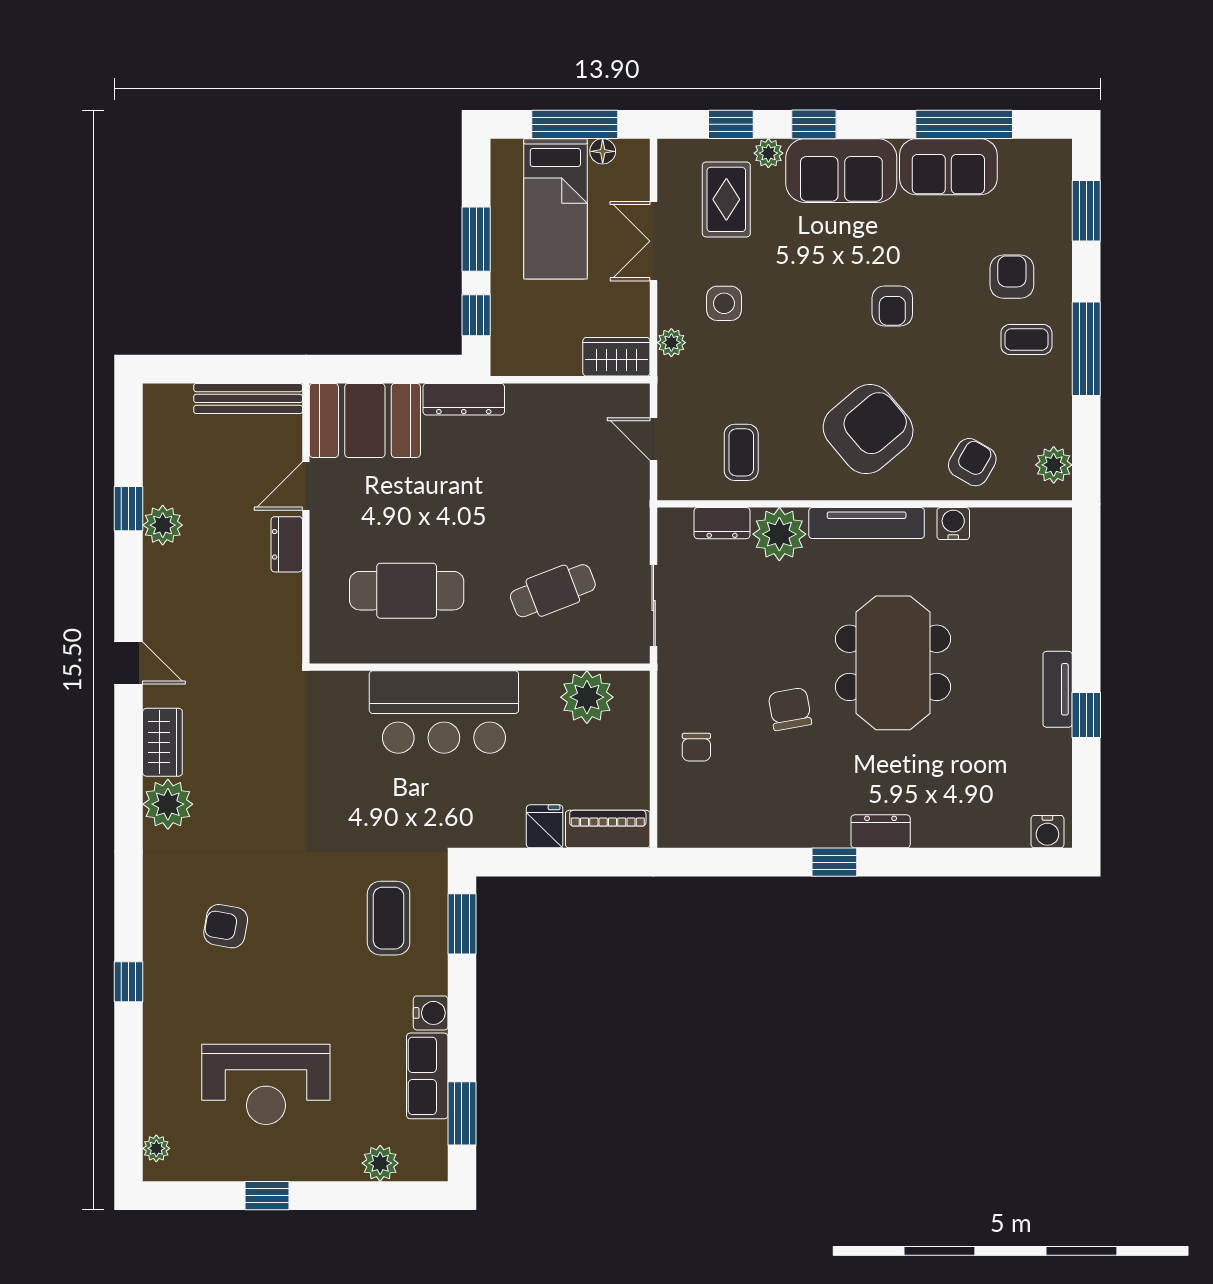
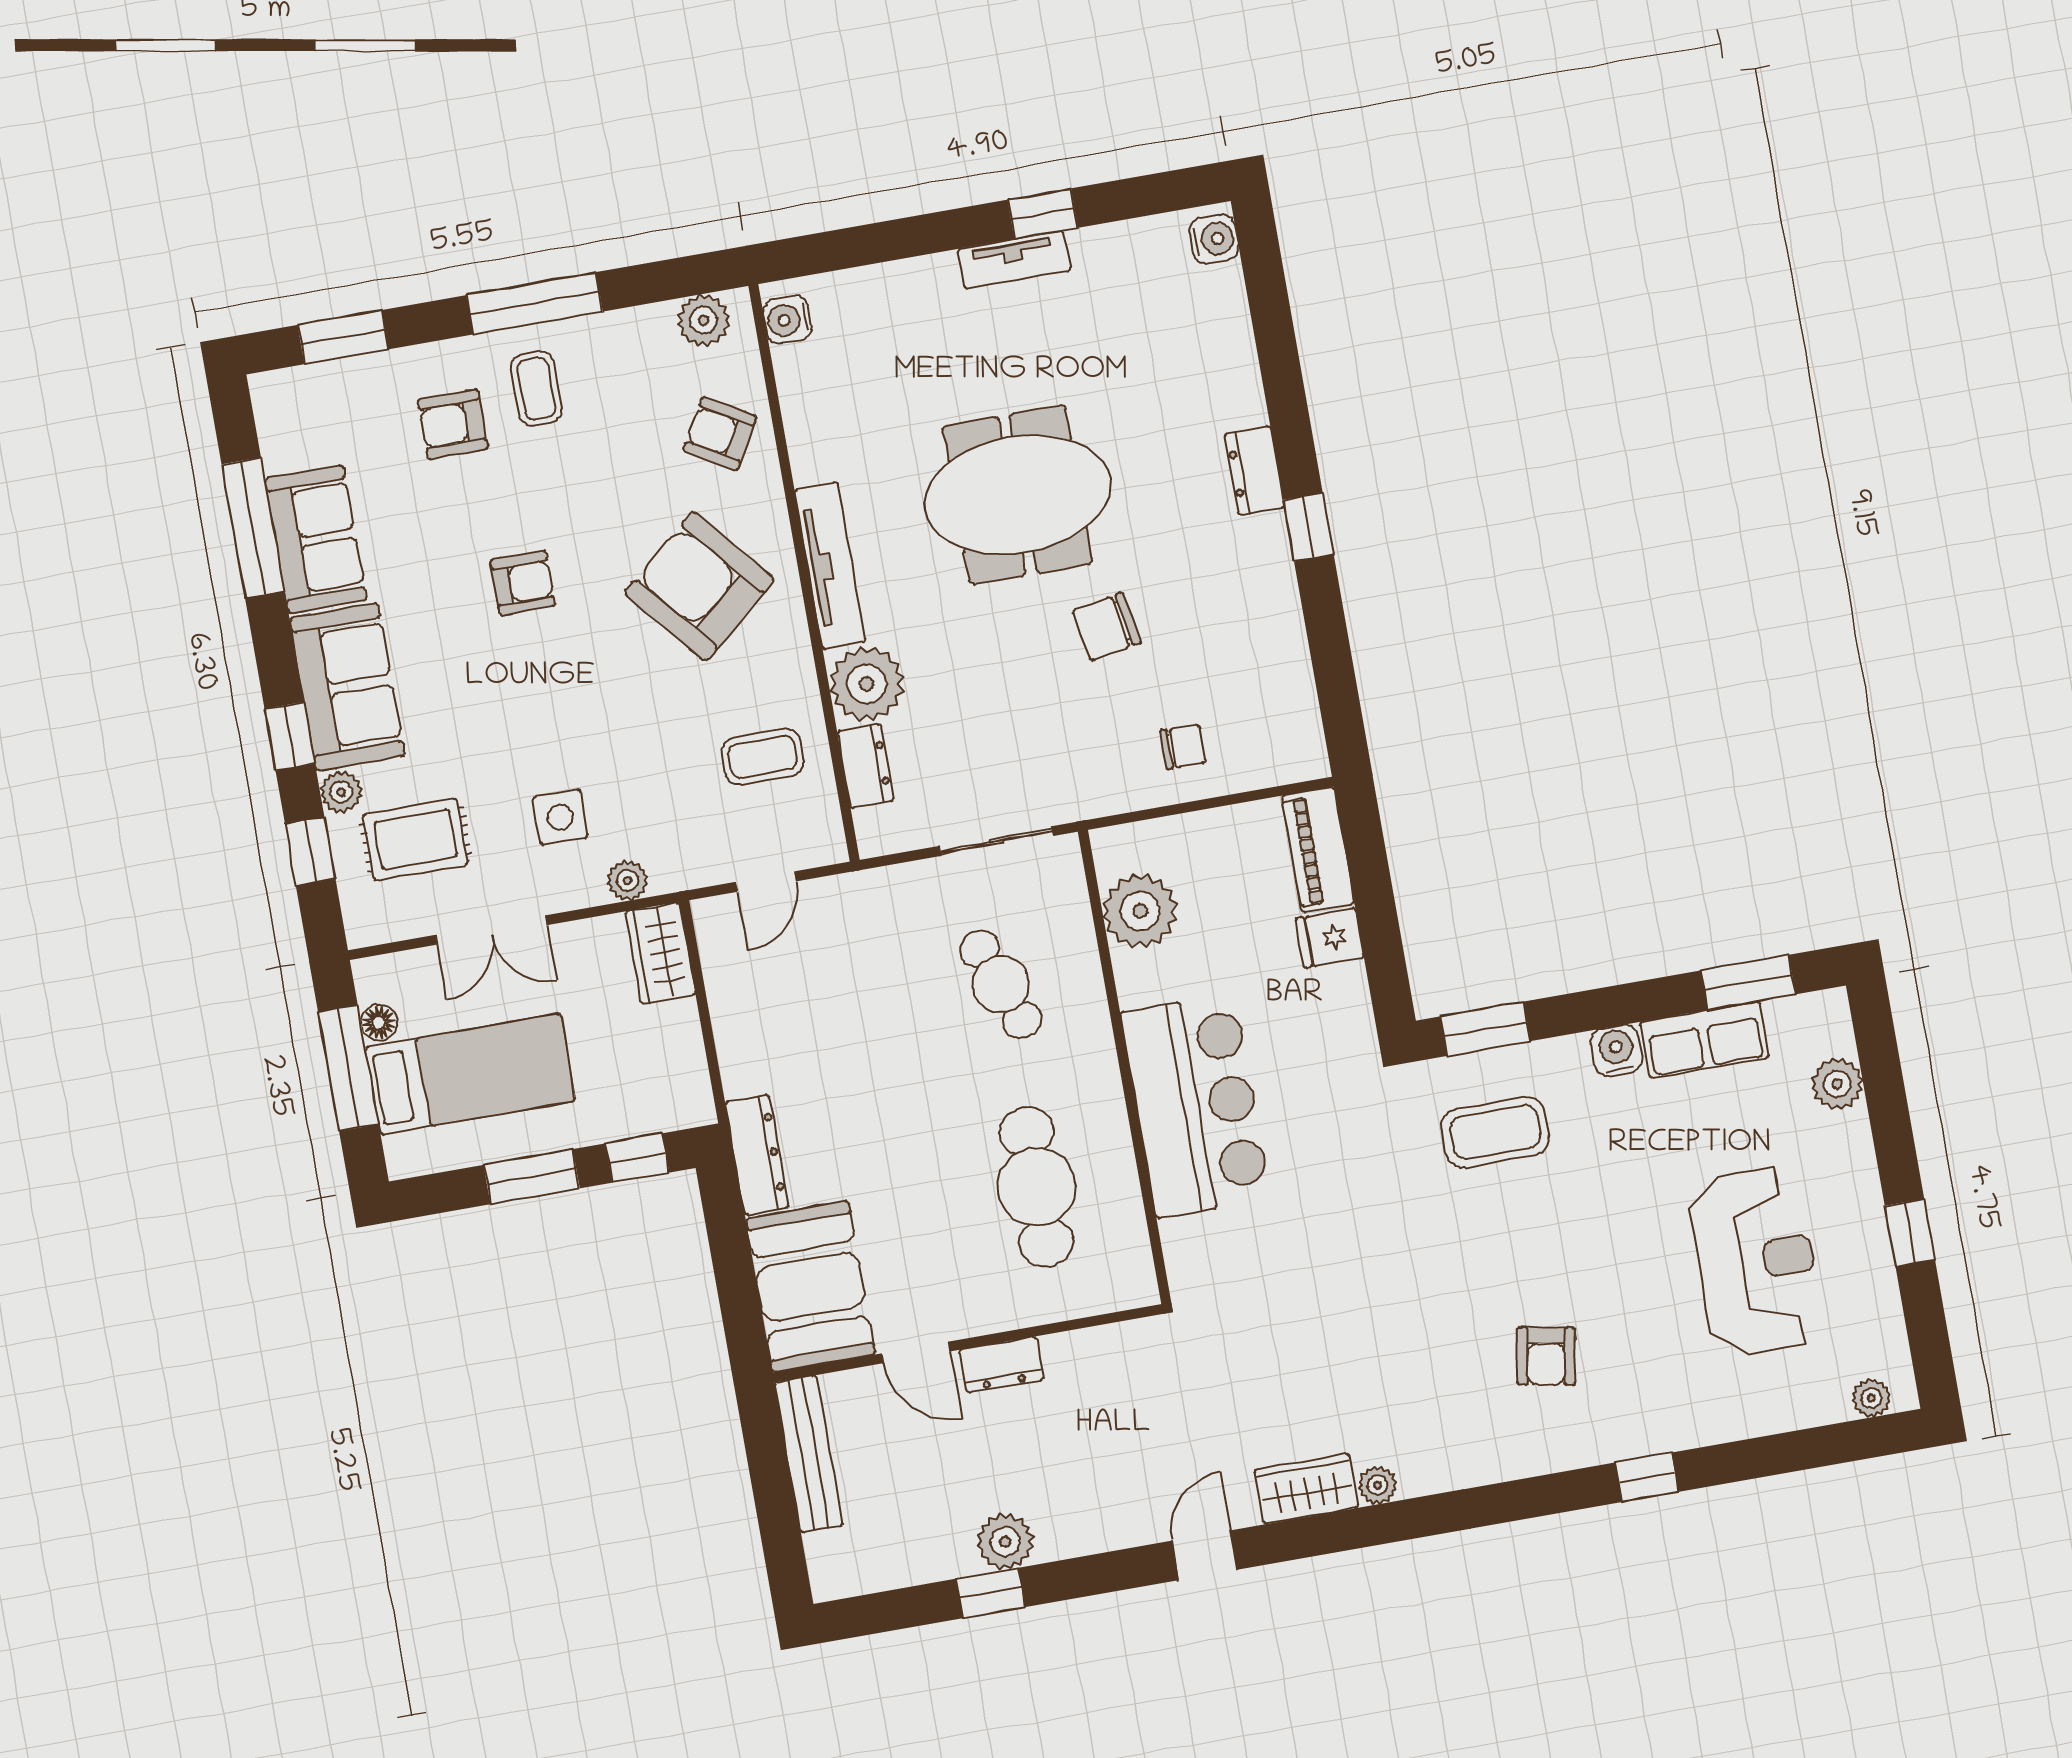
water cooler: (953, 524) -> (787, 320), moved
plant: (168, 804) -> (1378, 1485), width x0.53, depth x0.53

